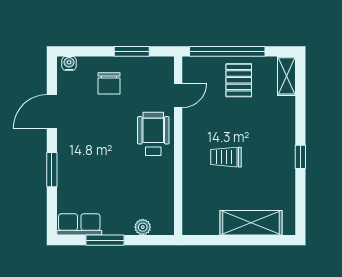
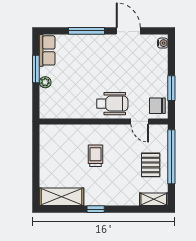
pallet: (239, 80) -> (151, 165), turned 90
chair: (109, 83) -> (157, 106), moved
window: (52, 170) -> (86, 31), width x1.44
shelving: (251, 223) -> (62, 197), moved, turned 90
plant: (143, 227) -> (45, 82), moved

